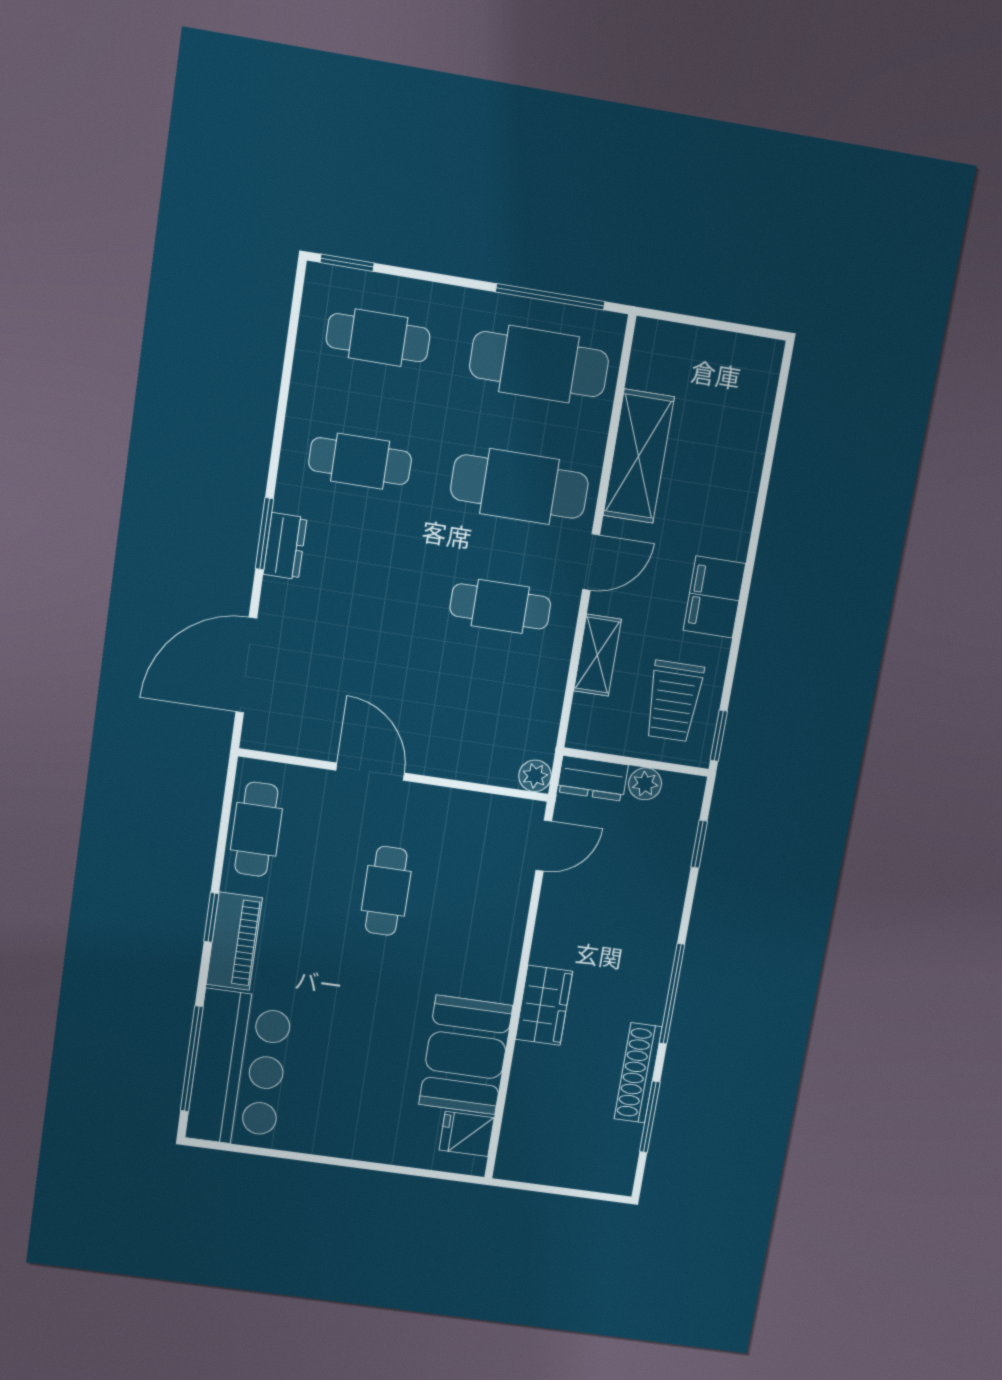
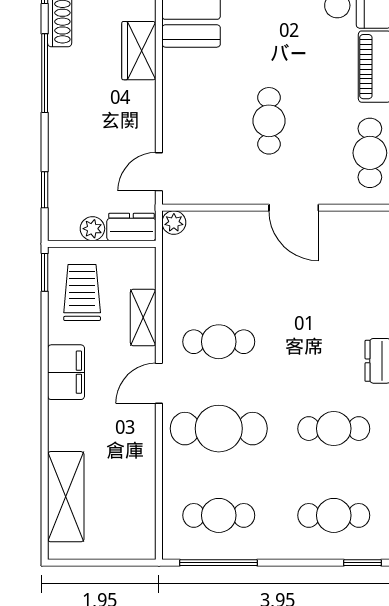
cafe table: (539, 364) -> (219, 515), width x0.73, depth x0.74
shelving: (639, 456) -> (66, 497), moved

